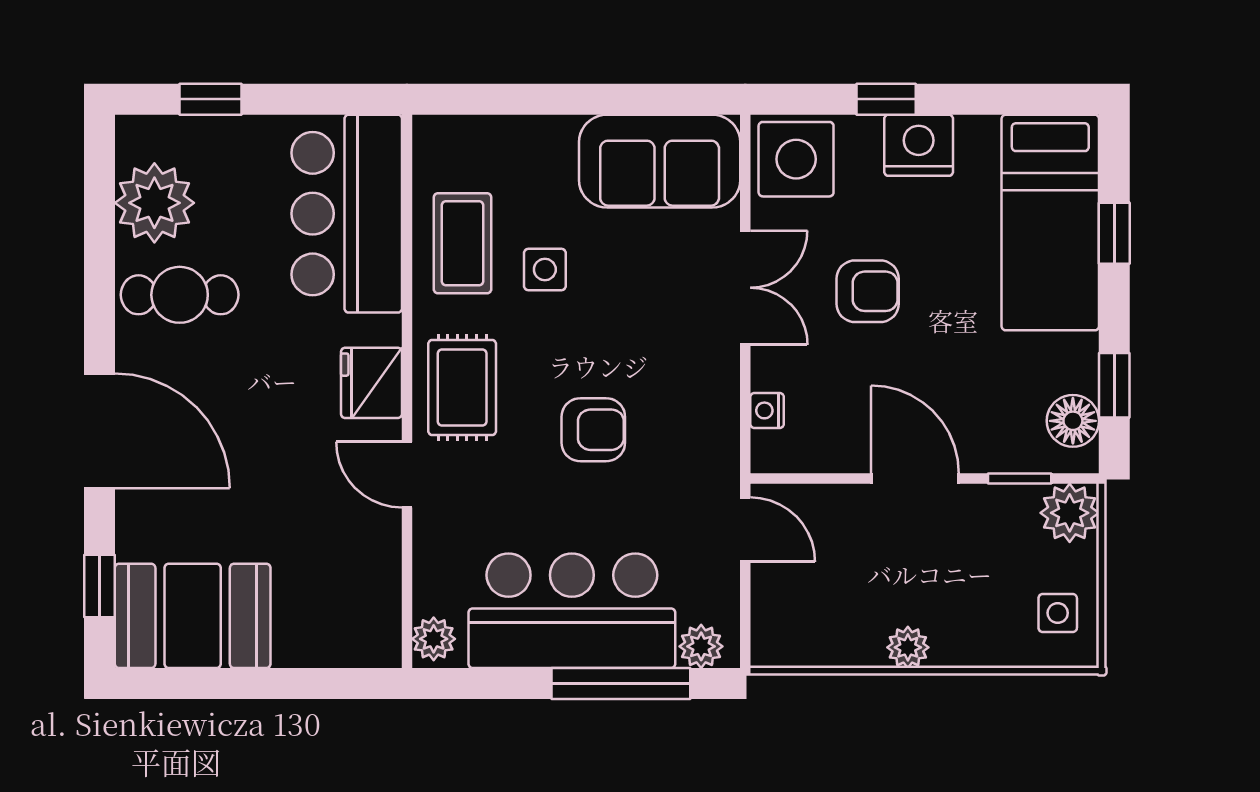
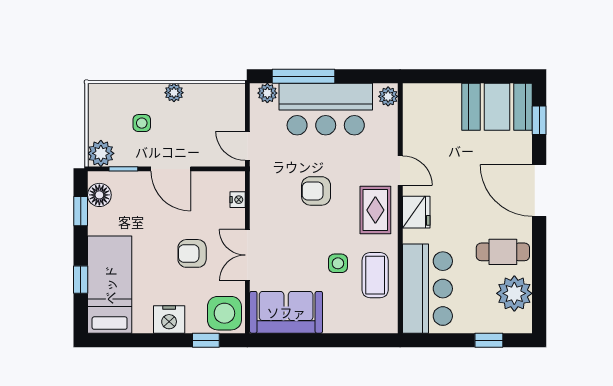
window: (886, 99) -> (206, 340), moved
side table: (1058, 613) -> (142, 123), moved

